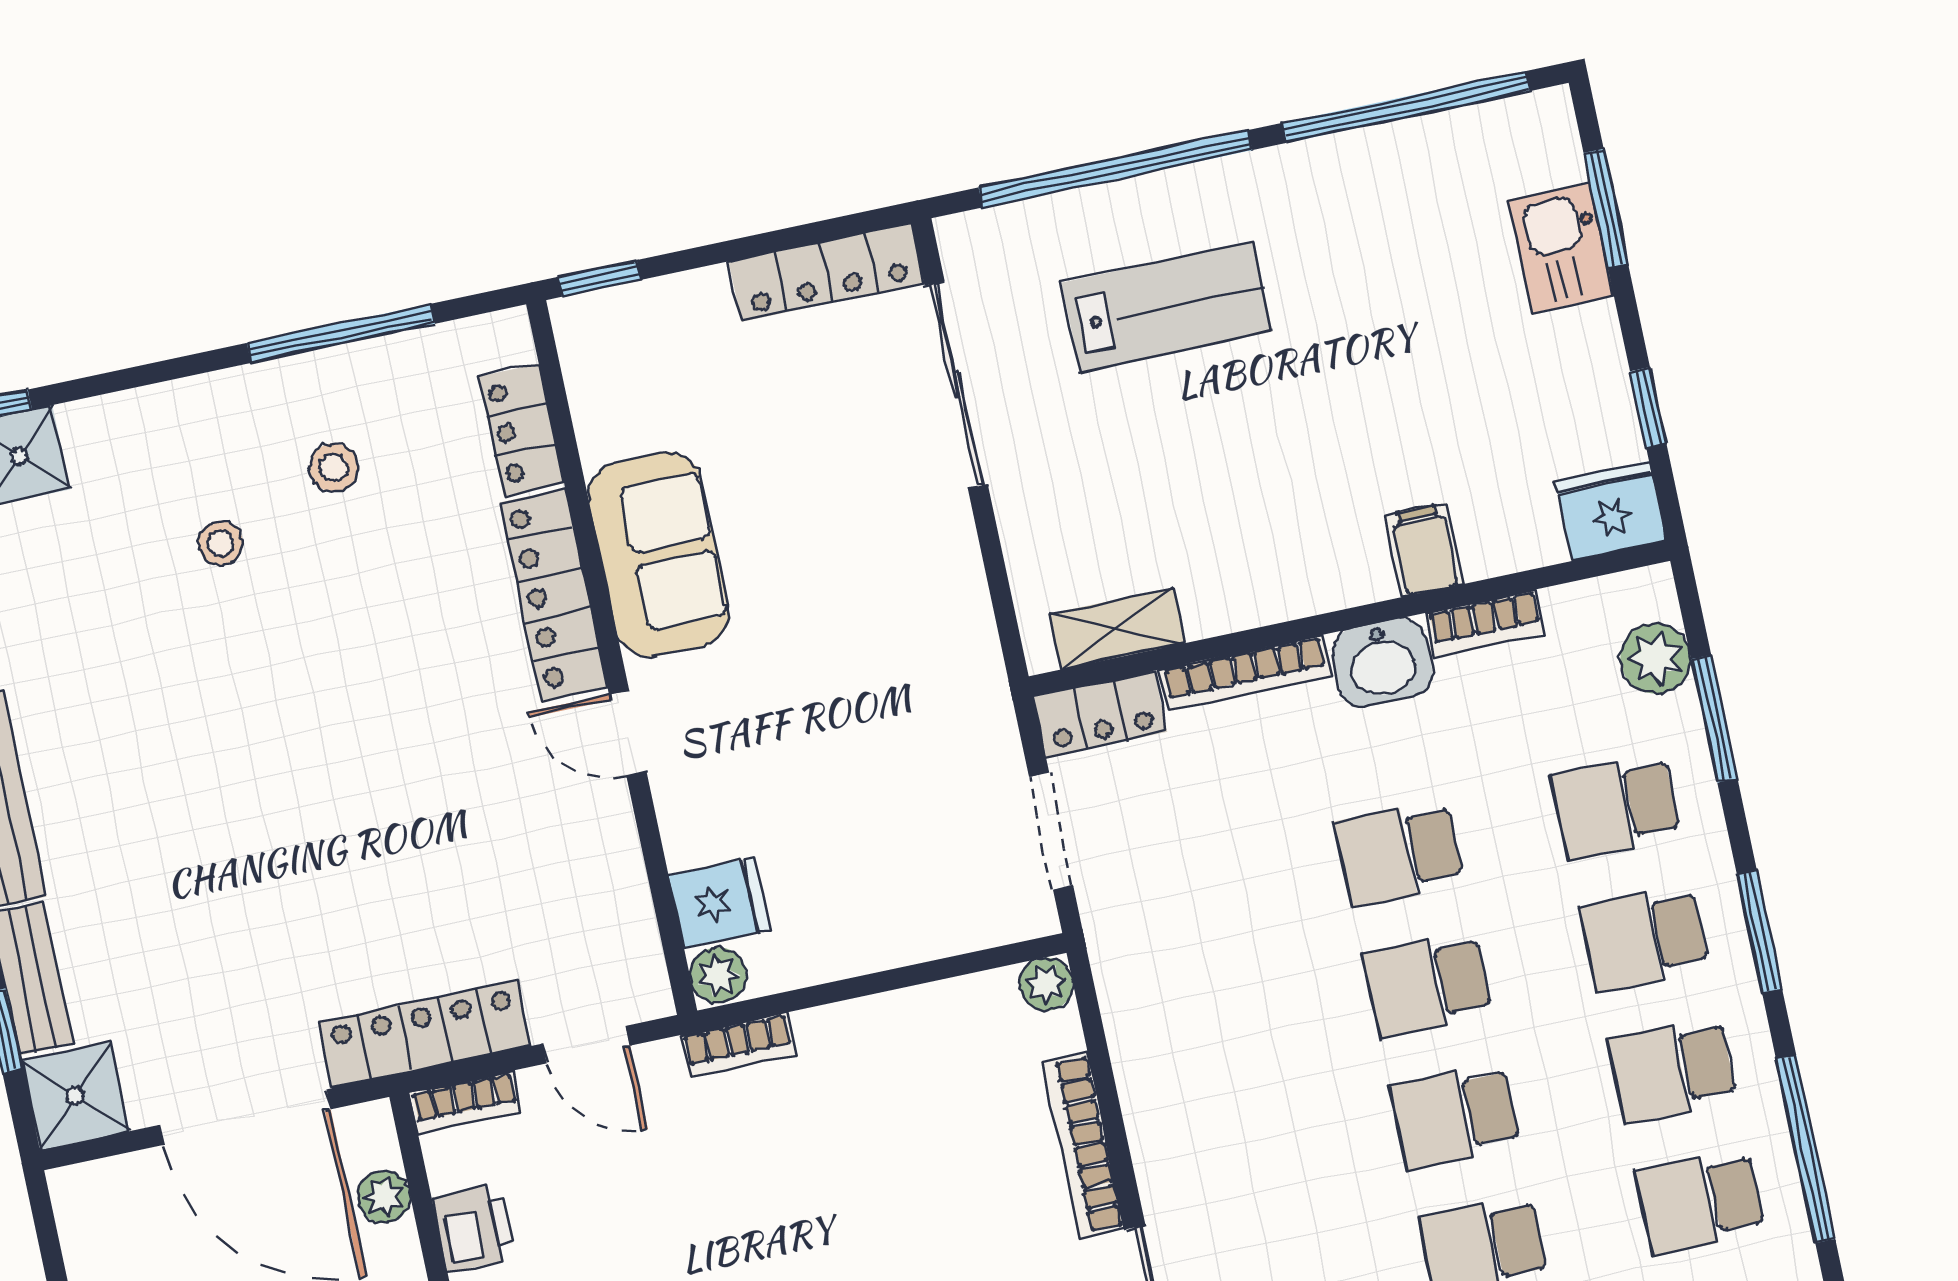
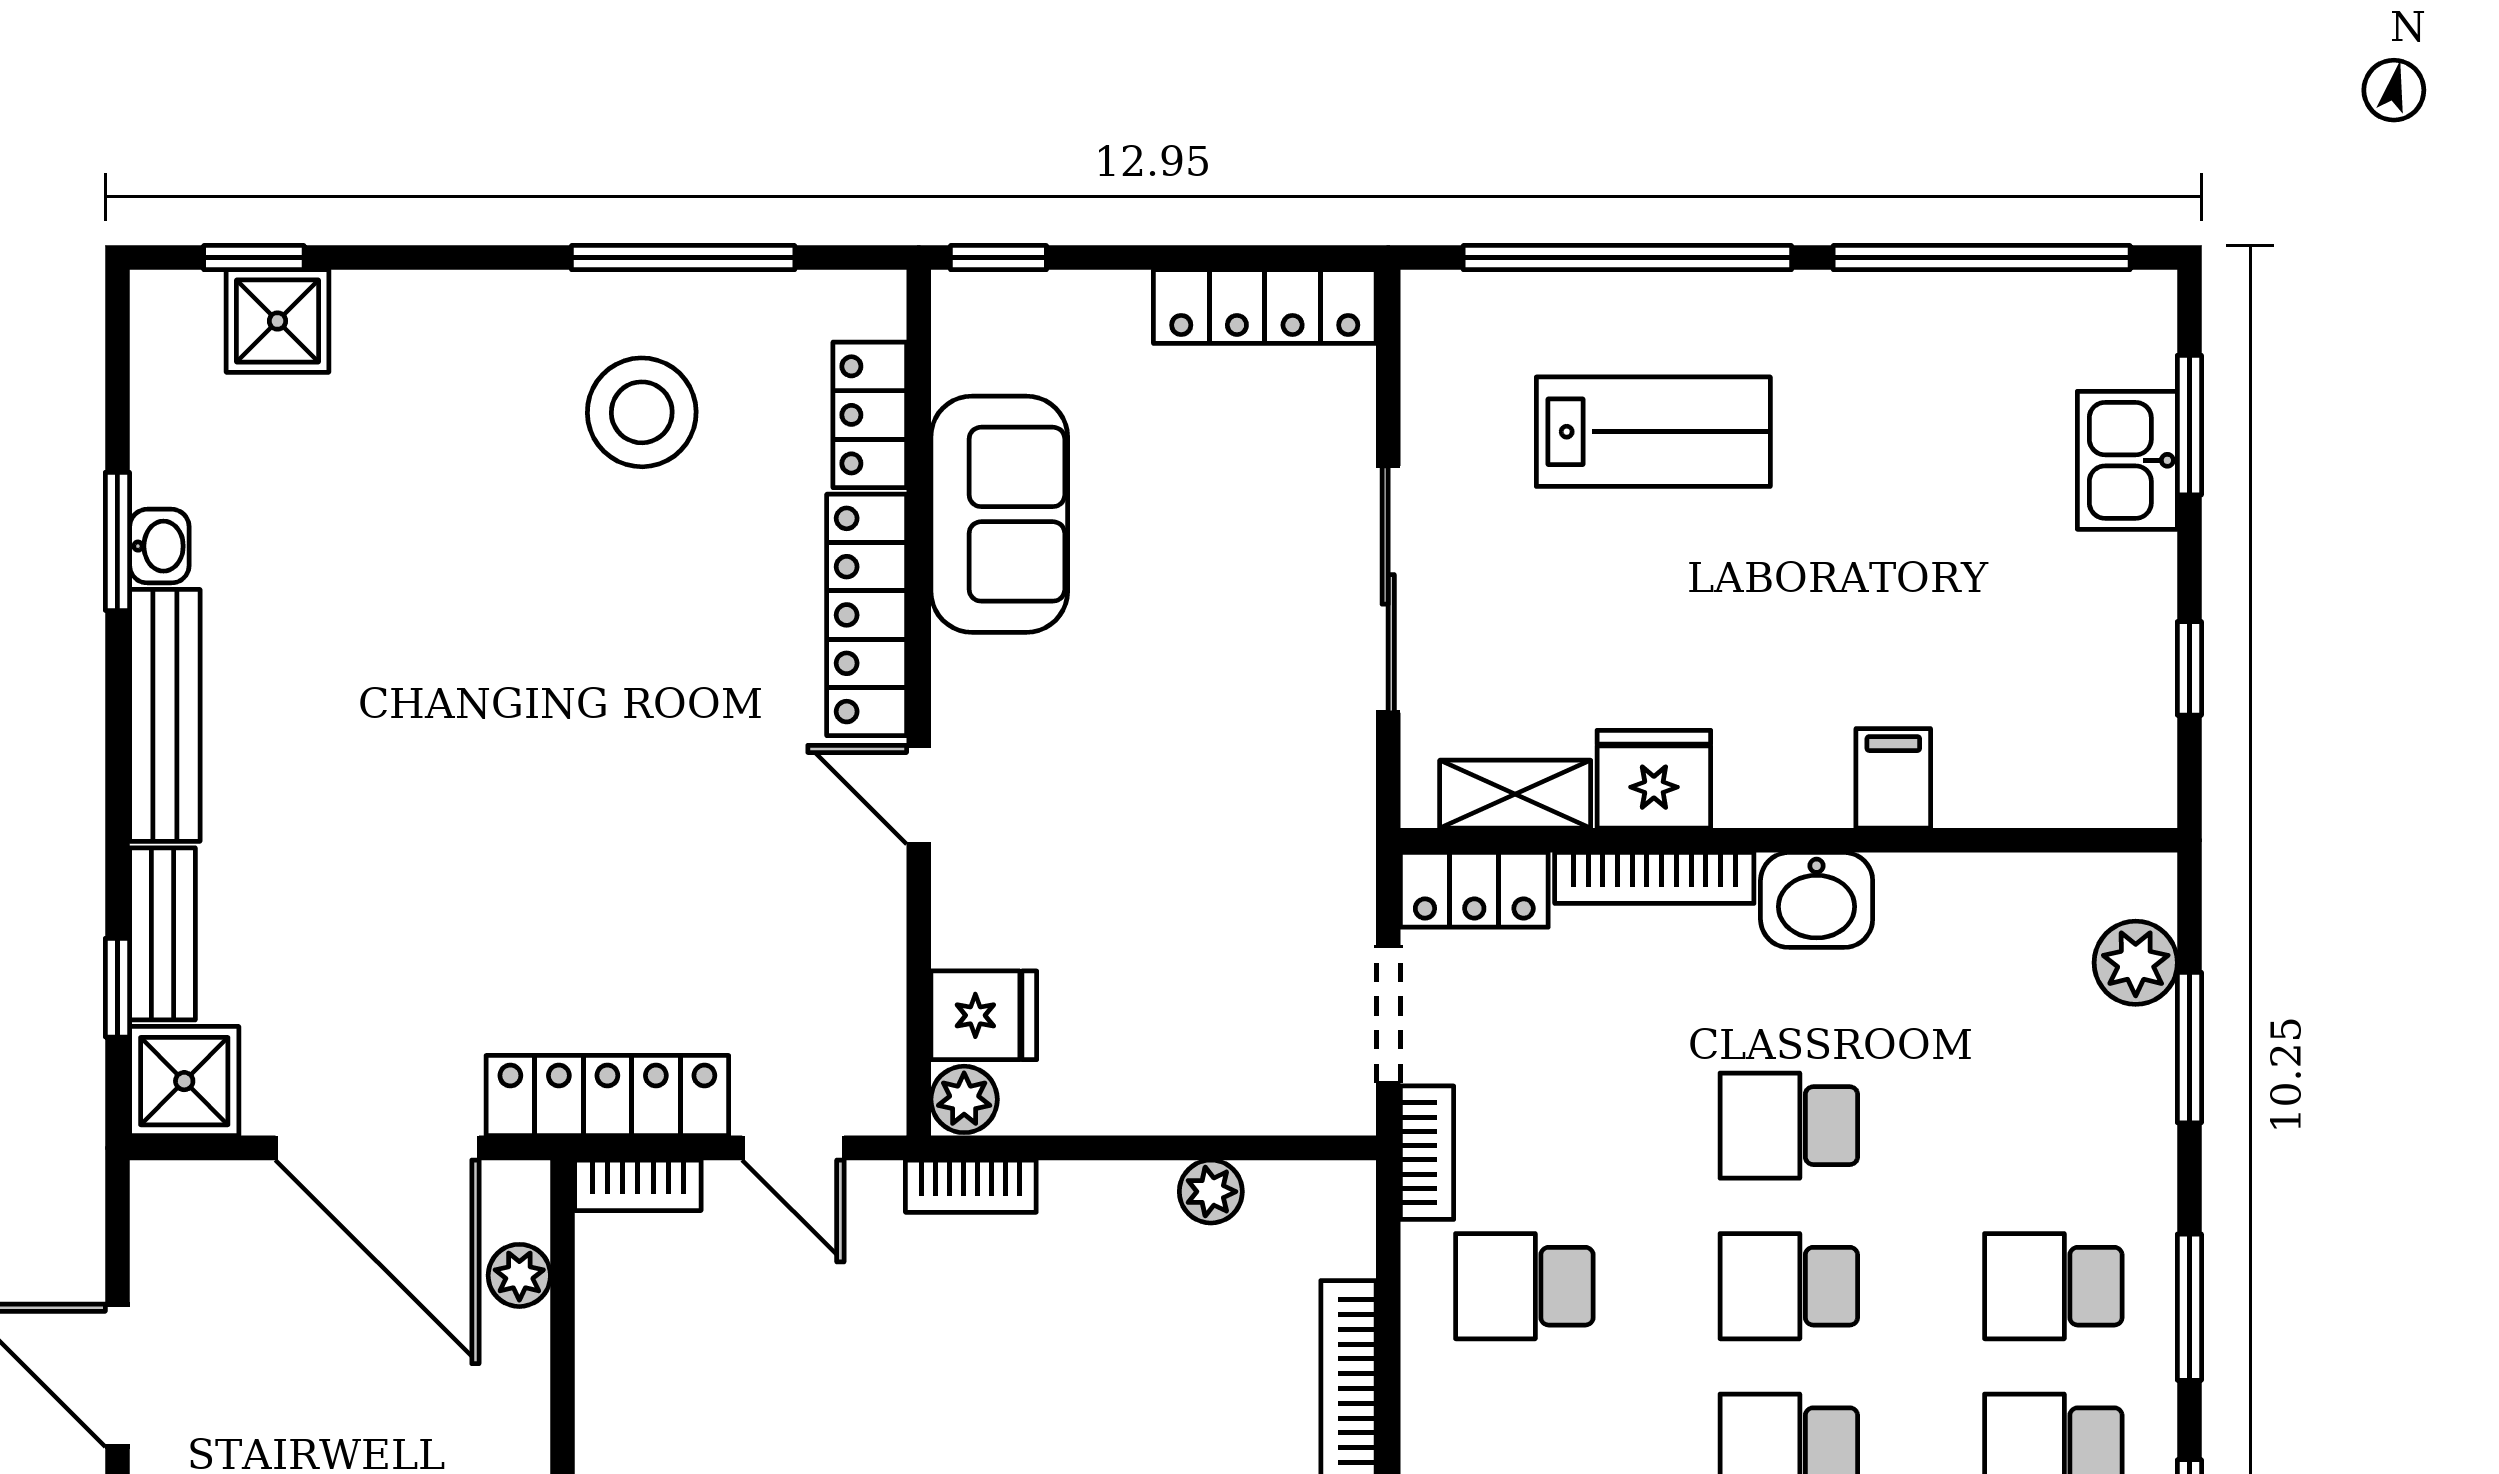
sliding door: (956, 385) -> (1388, 589), moved
stool: (334, 468) -> (642, 412), width x1.89, depth x1.89
fridge: (1611, 511) -> (1654, 779), moved
stool: (221, 543) -> (491, 472), removed
sofa: (659, 554) -> (999, 514), moved
bookcase: (1485, 623) -> (1427, 1153), moved, turned -90
school desk: (1616, 807) -> (1524, 1286), moved
plant: (1046, 984) -> (1211, 1192), moved
printer: (474, 1228) -> (616, 1334), removed

